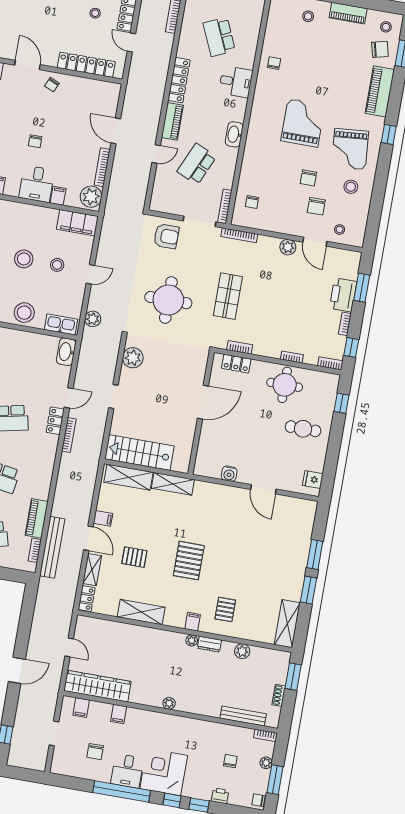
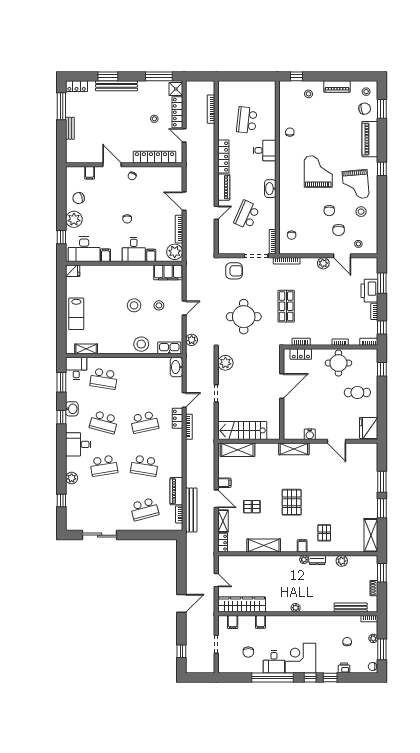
school desk: (219, 37) -> (247, 120), turned 30
fridge: (313, 480) -> (369, 428), width x1.88, depth x1.34
shelving: (173, 484) -> (294, 449), moved

